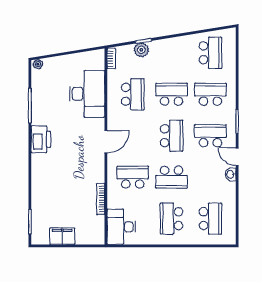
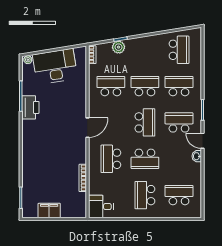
desk: (87, 94) -> (55, 67), moved, turned -99
school desk: (133, 94) -> (111, 86), turned -90
printer: (41, 139) -> (30, 107), moved
school desk: (133, 177) -> (111, 159), turned -90
school desk: (210, 219) -> (179, 195), turned -90
desk: (121, 227) -> (101, 207), width x0.73

